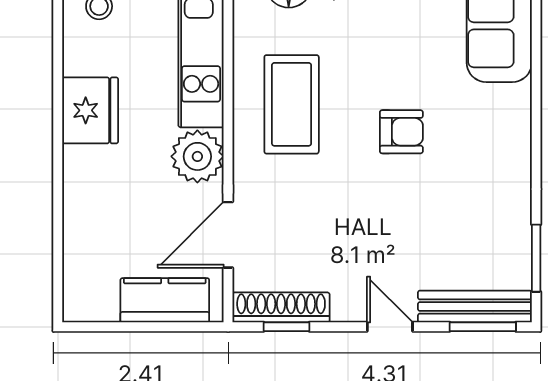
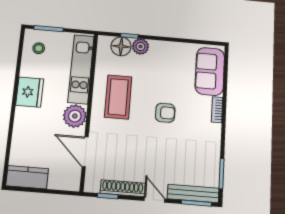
bookcase: (520, 115) -> (217, 110), added
door: (228, 235) -> (85, 152), hinge flipped
kitchen counter: (165, 300) -> (27, 177), moved
shoe rack: (281, 307) -> (123, 188), moved

